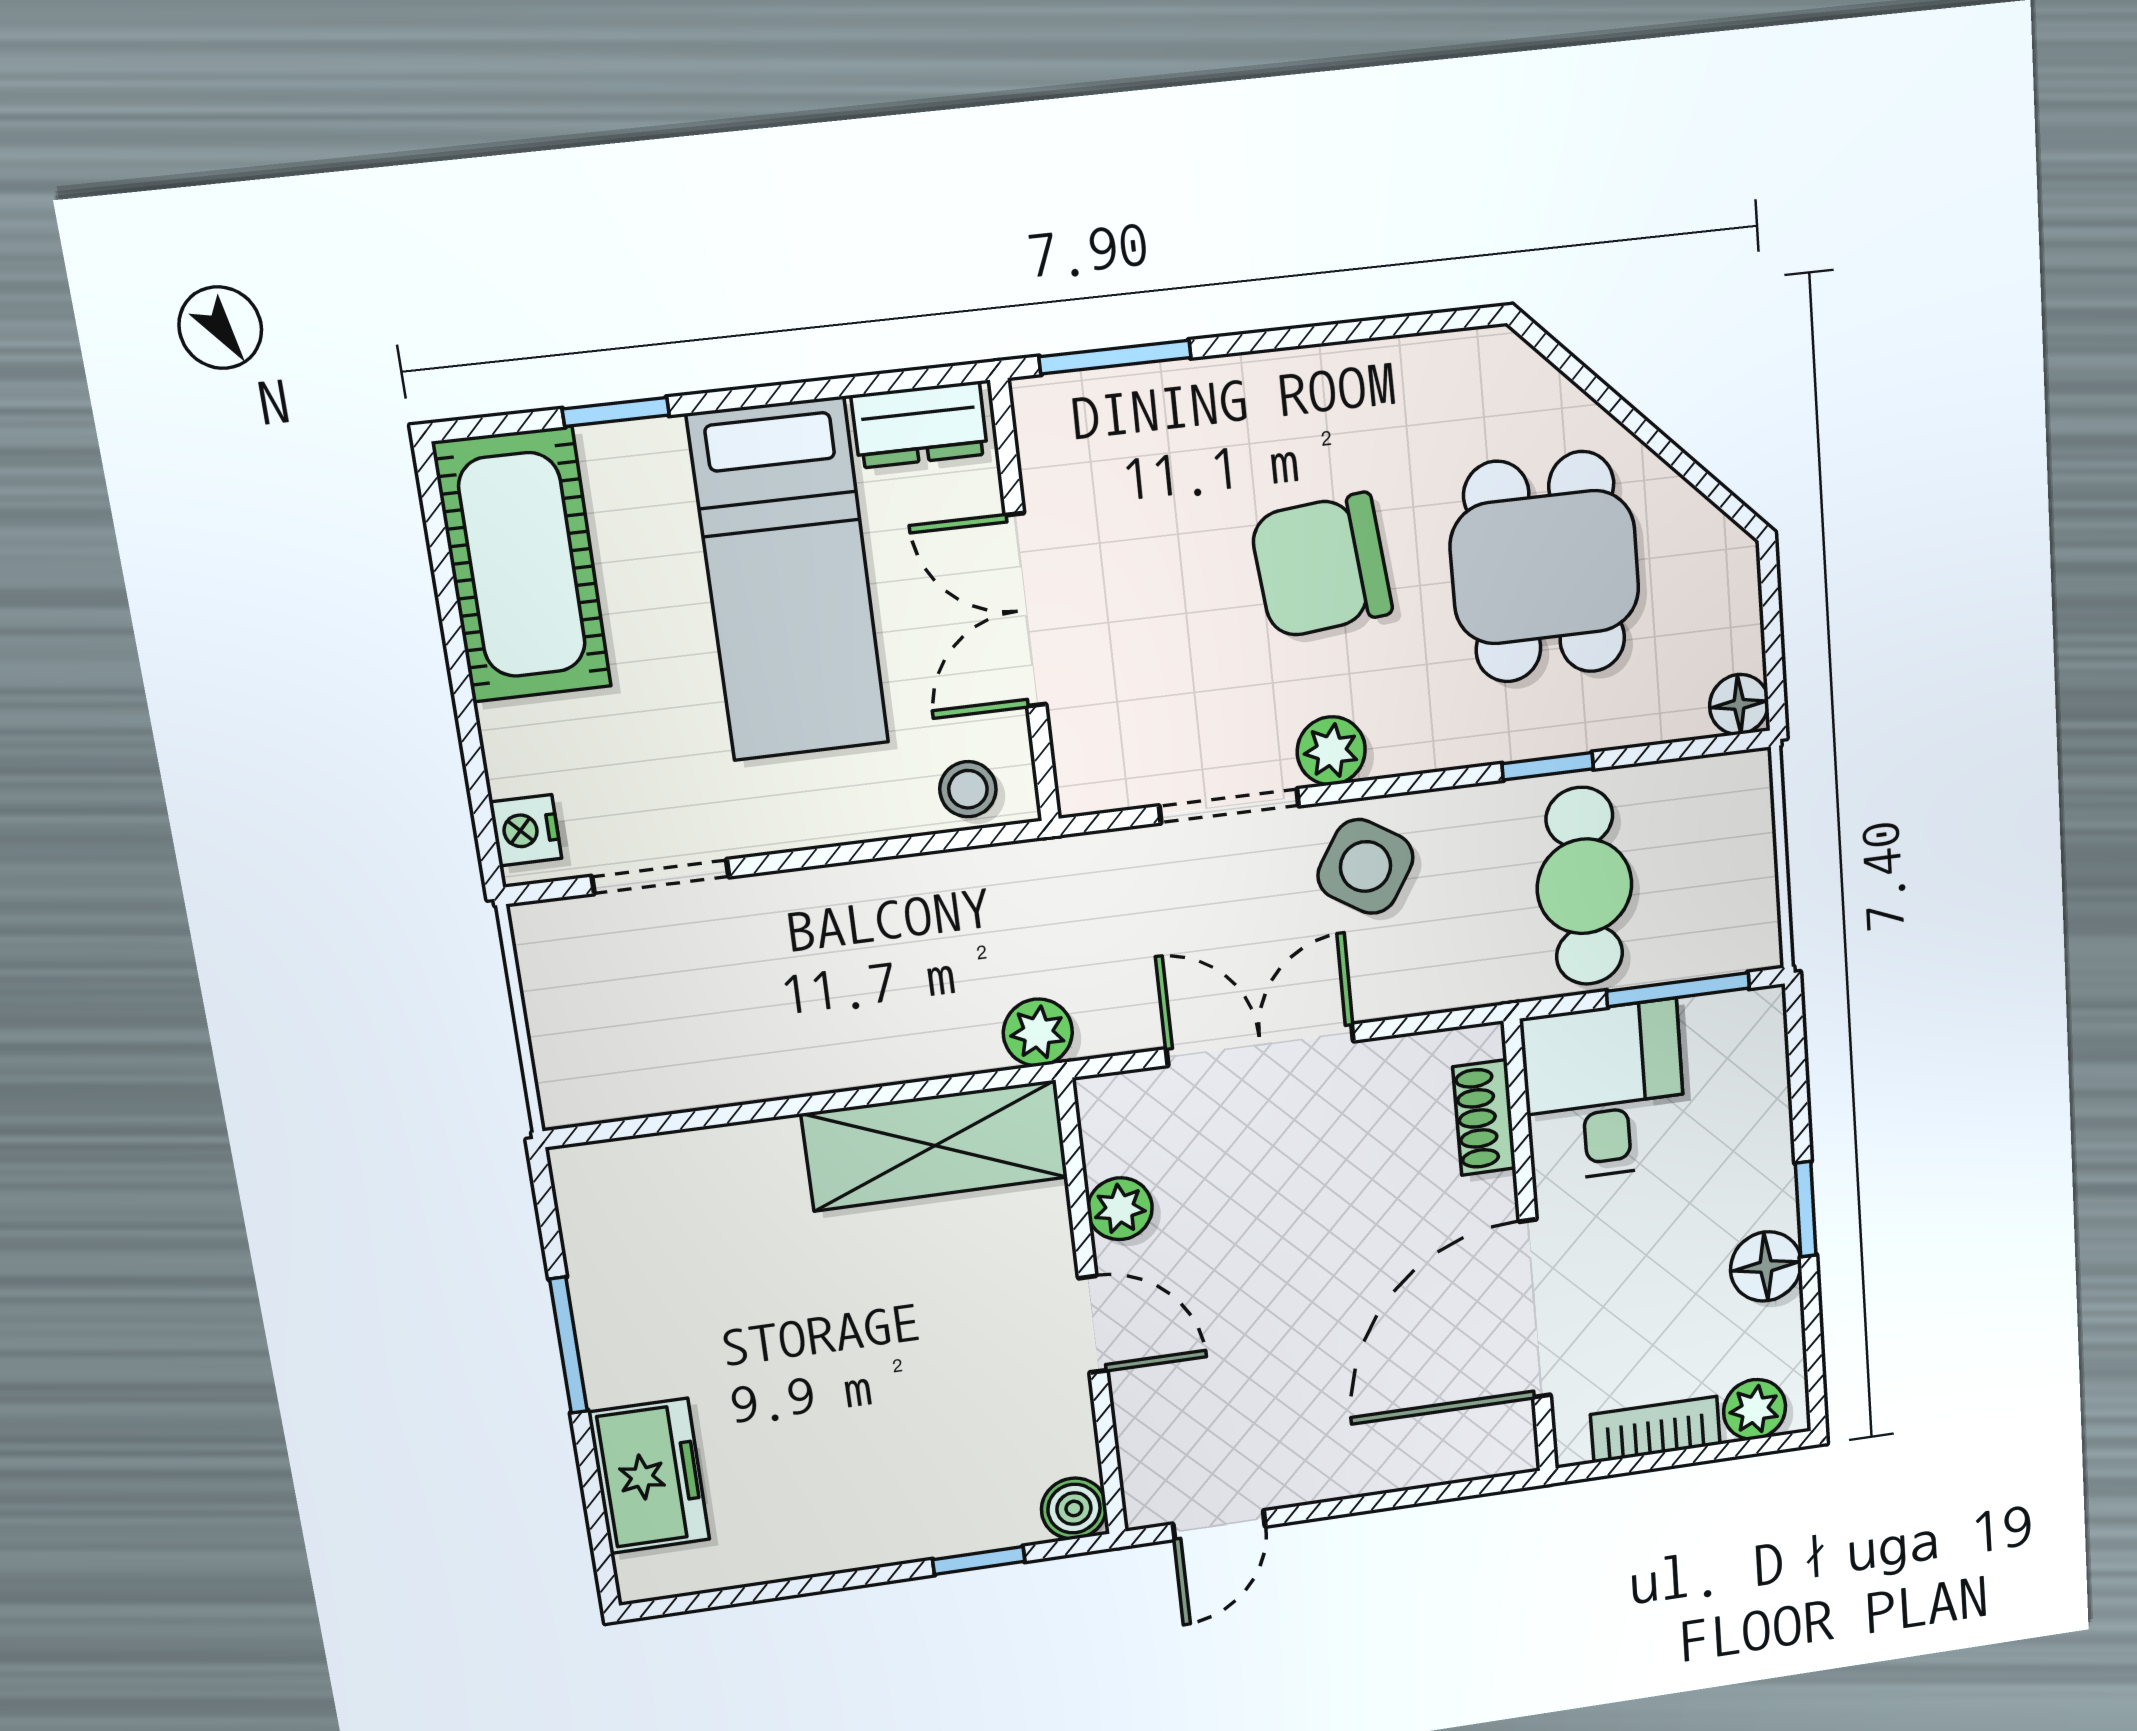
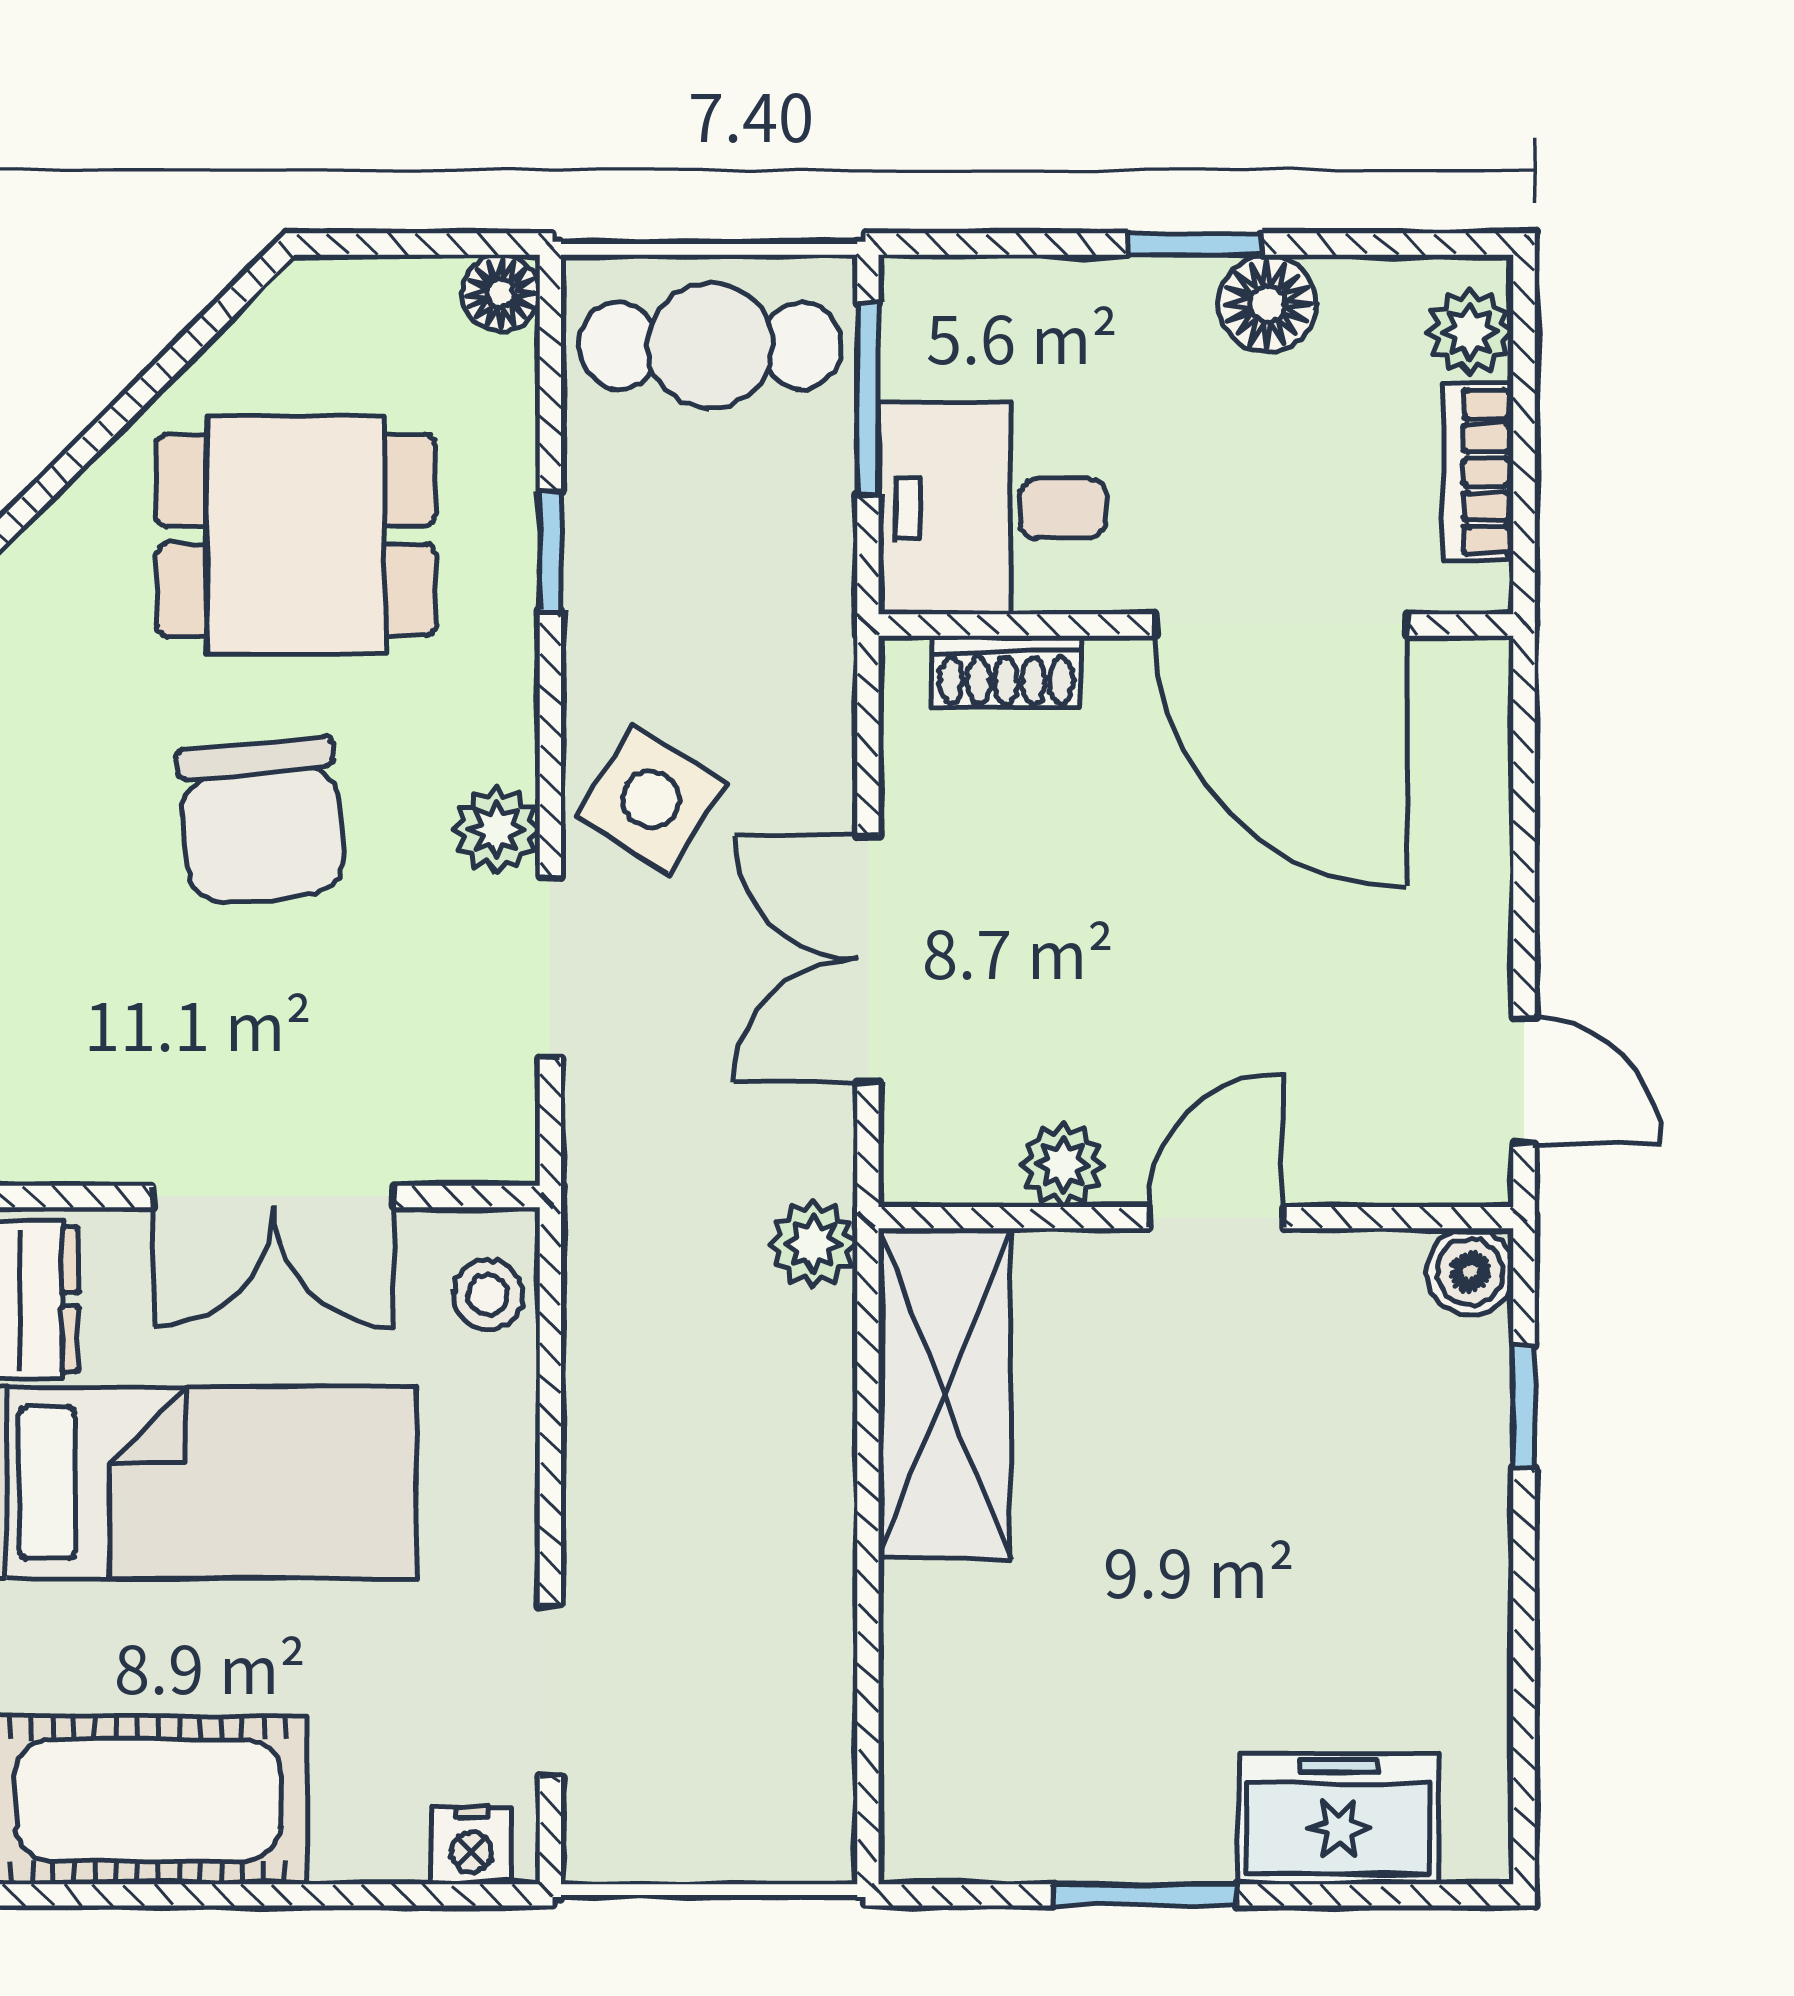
cafe table: (1584, 886) -> (710, 346), moved

